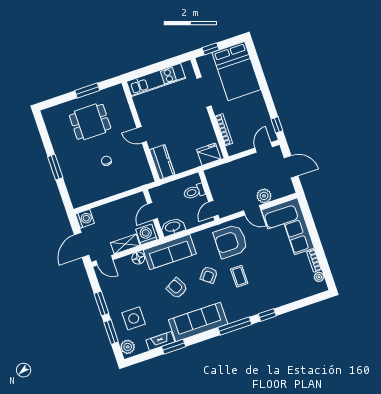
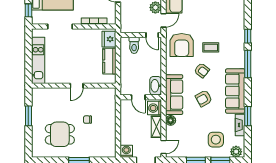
dining table: (90, 122) -> (60, 134), moved, turned 90
kitchen counter: (162, 162) -> (109, 61), moved, turned -90
toilet: (194, 192) -> (134, 45), moved
wall: (209, 195) -> (141, 35), moved
door: (213, 209) -> (152, 35), moved

